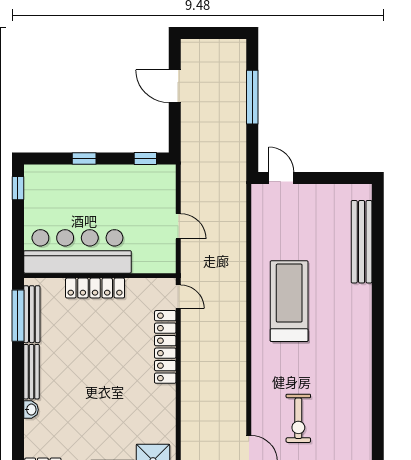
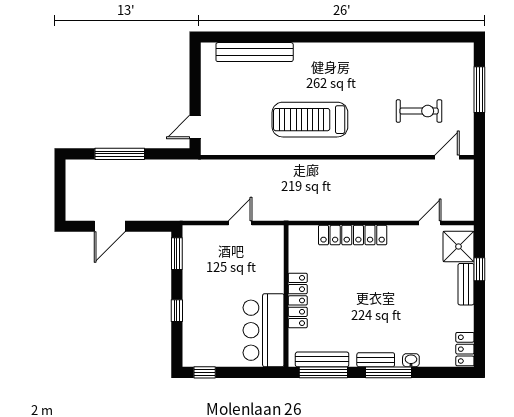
window: (145, 158) -> (177, 254), width x1.50
bar counter: (77, 251) -> (264, 330), width x0.73
door: (178, 297) -> (430, 223), moved
bench: (31, 372) -> (376, 360), width x0.73
window: (18, 385) -> (389, 372), added

